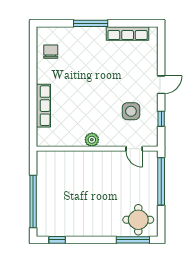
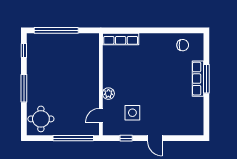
row of seats: (128, 33) -> (198, 79), moved
row of seats: (43, 106) -> (121, 39), moved
plant: (92, 140) -> (108, 94), moved
window: (133, 240) -> (24, 88), moved

